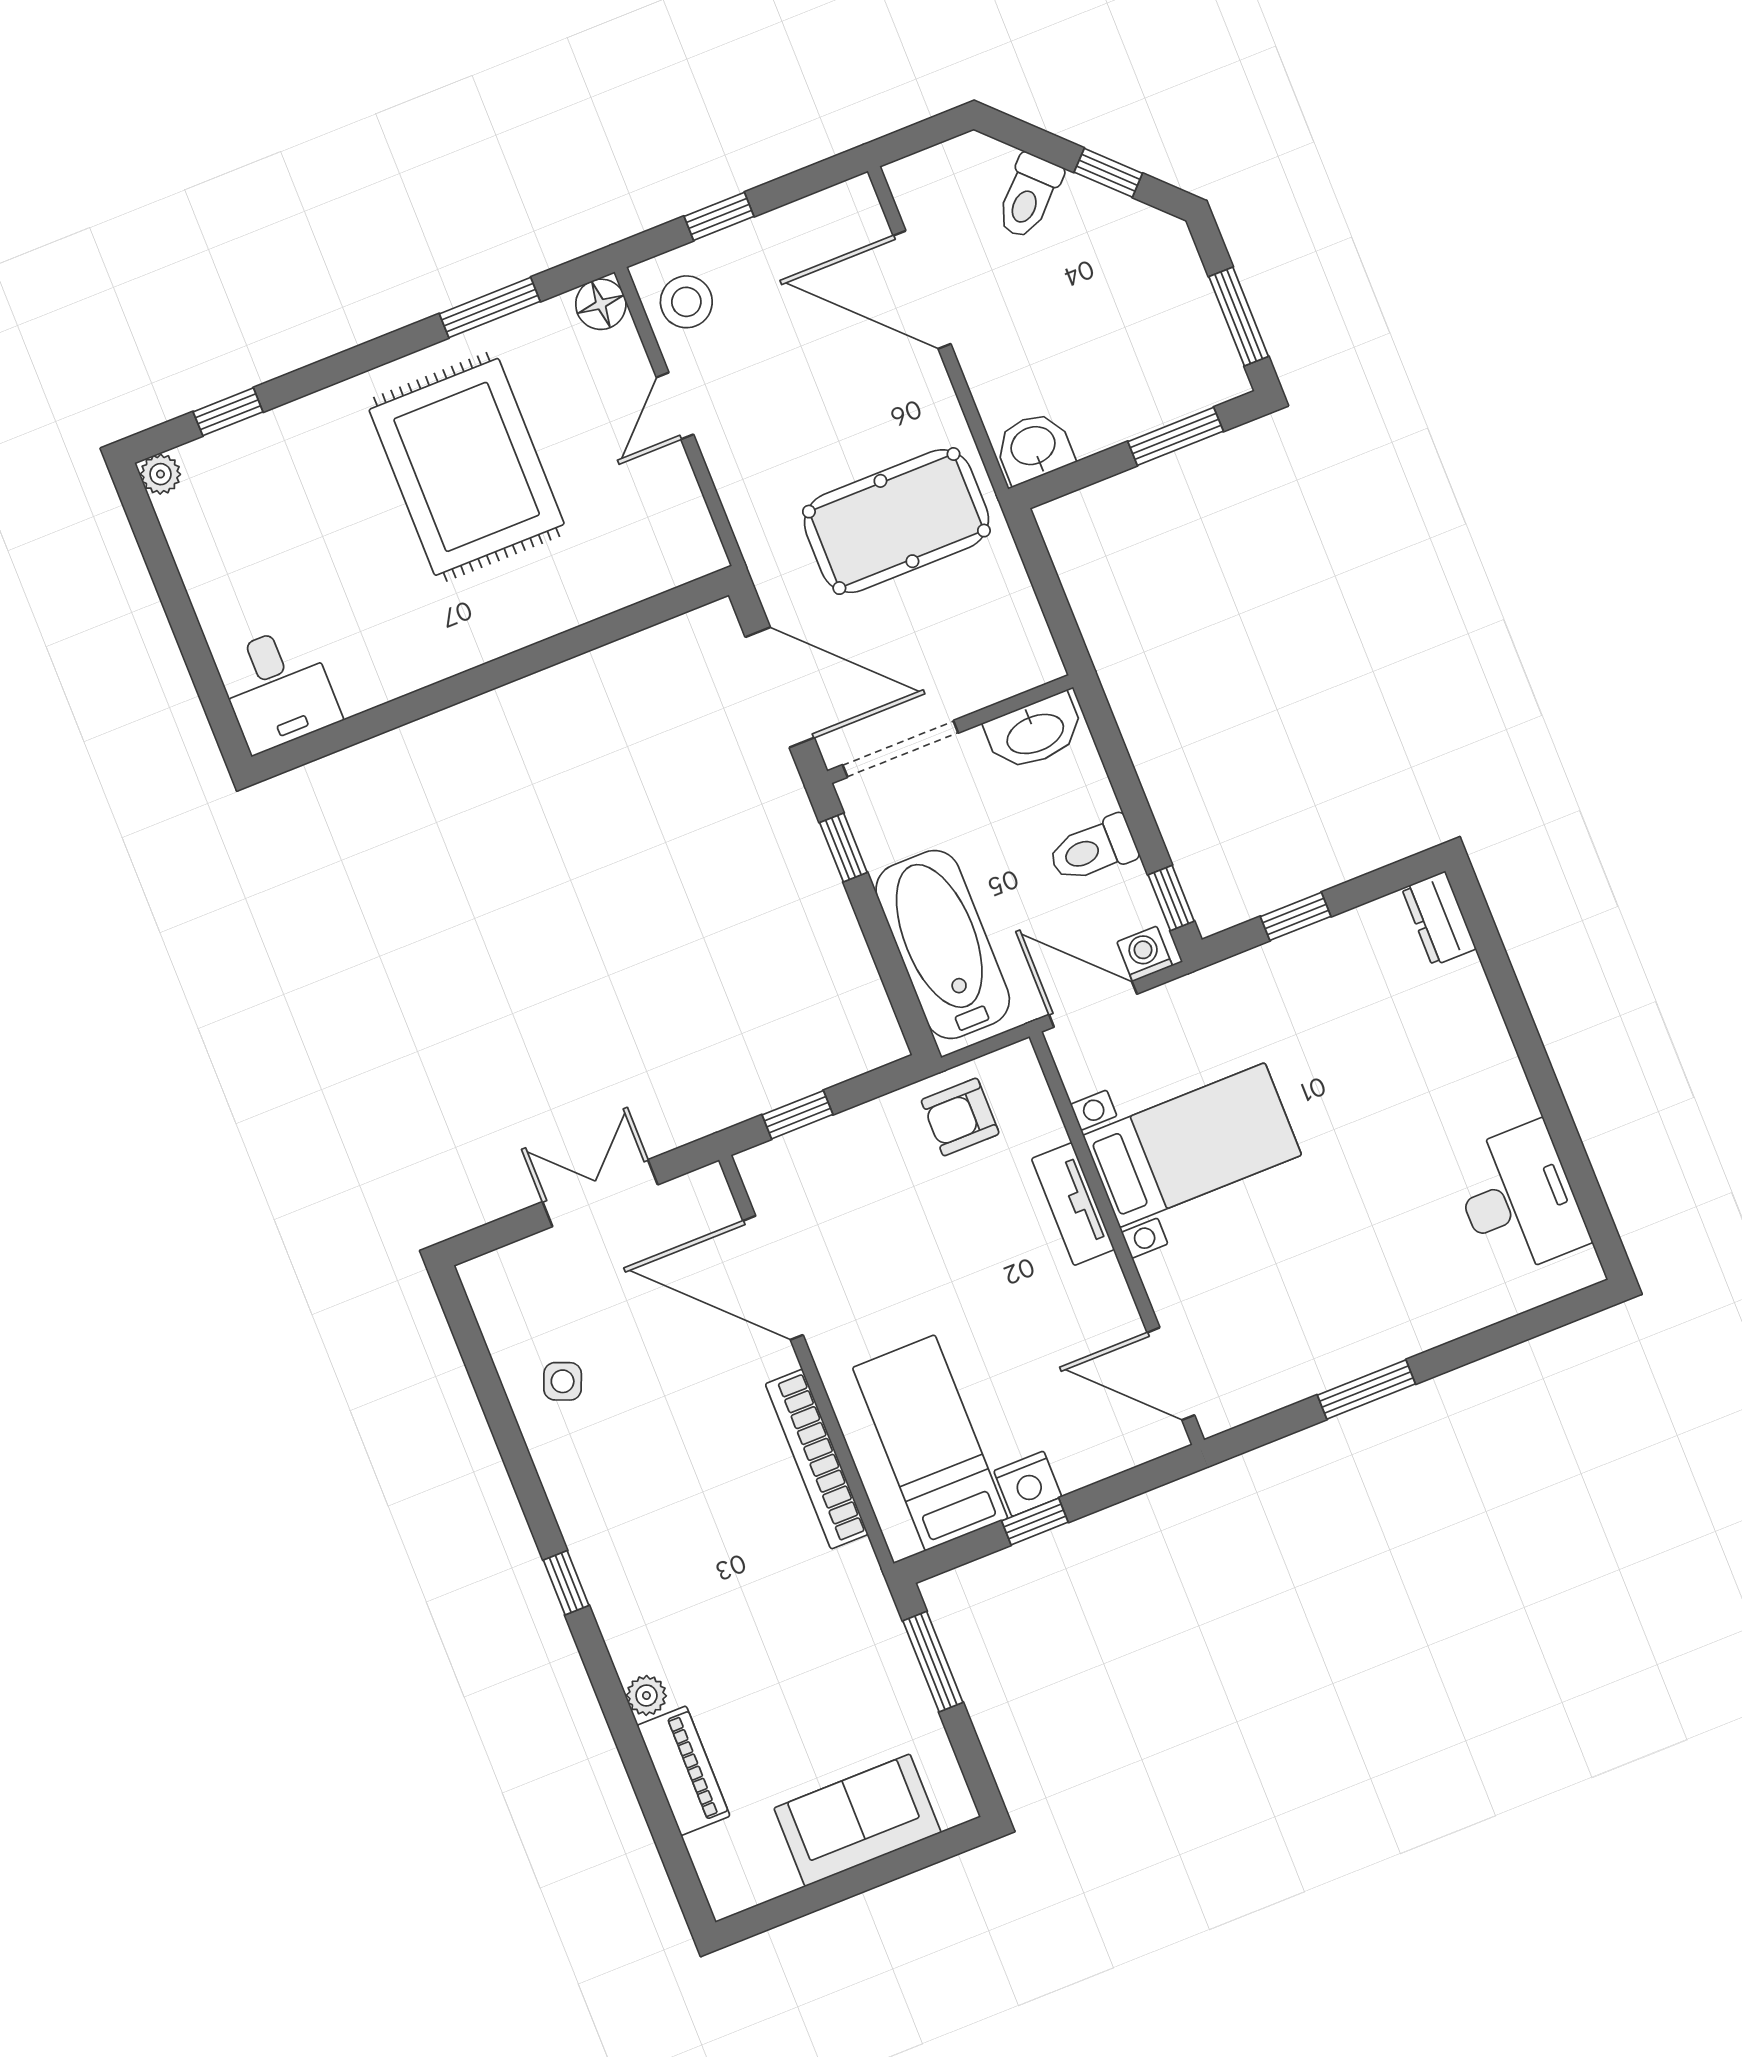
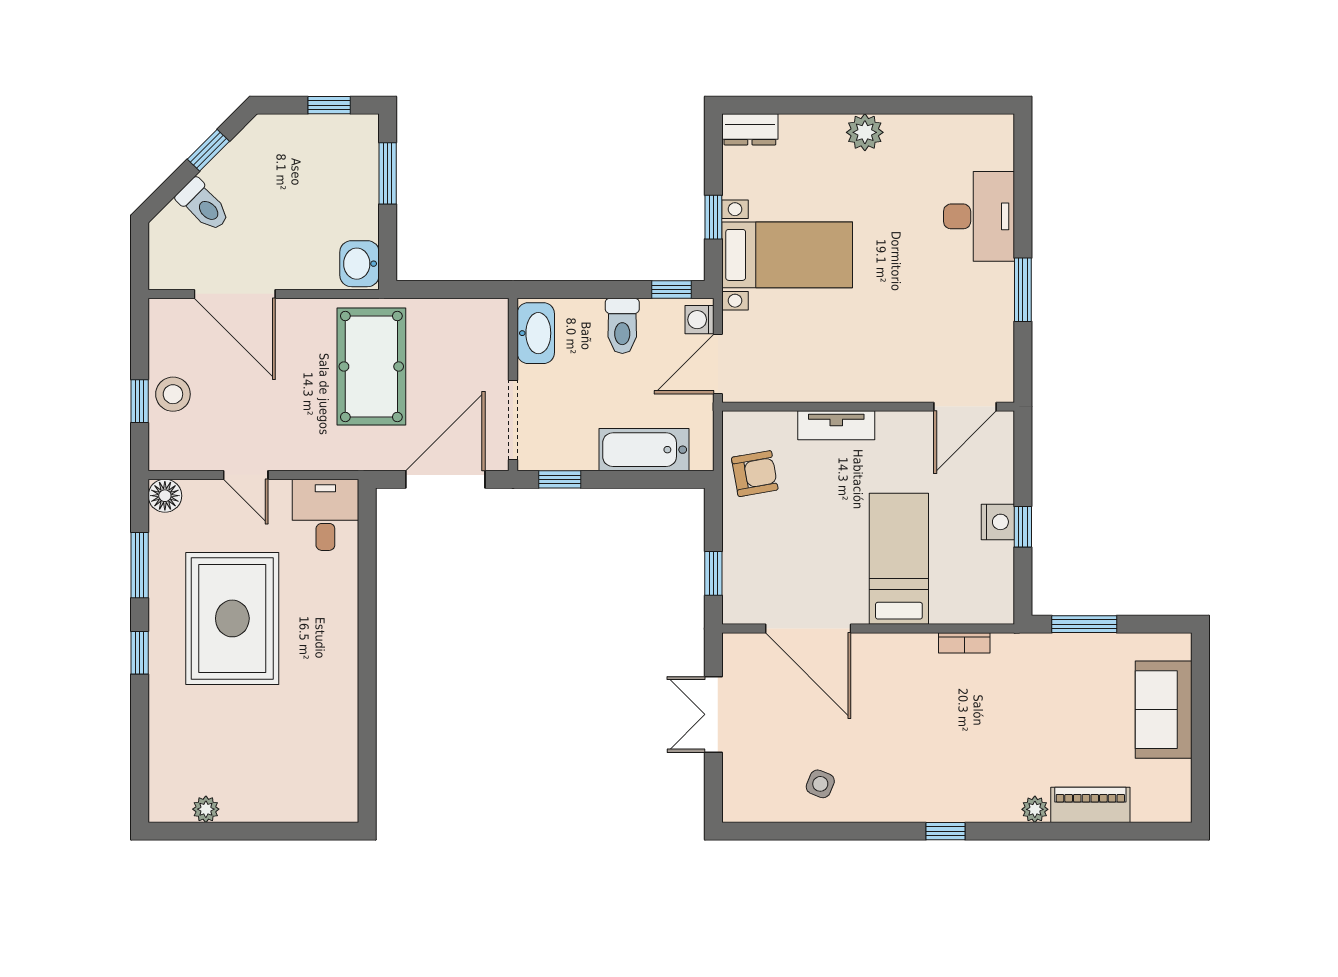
door: (922, 290) -> (235, 294), hinge flipped
stool: (686, 302) -> (173, 394), moved
window: (1239, 317) -> (329, 105), width x0.67
window: (228, 412) -> (140, 653), moved
rug: (467, 467) -> (232, 618), turned 90
plant: (160, 474) -> (206, 809), moved
desk: (278, 689) -> (325, 515), moved, turned -90
bathtub: (943, 945) -> (644, 450), width x0.73, depth x0.73
plant: (1499, 1081) -> (865, 132), added
armchair: (960, 1117) -> (755, 474), turned -100
bed with nightstands: (1192, 1145) -> (787, 255), moved, turned 90
desk: (1519, 1199) -> (979, 216), moved, turned 90
door: (773, 1278) -> (808, 629), hinge flipped
bed: (930, 1443) -> (899, 559), moved, turned 90
bookcase: (817, 1459) -> (964, 643), width x0.43, depth x0.76

